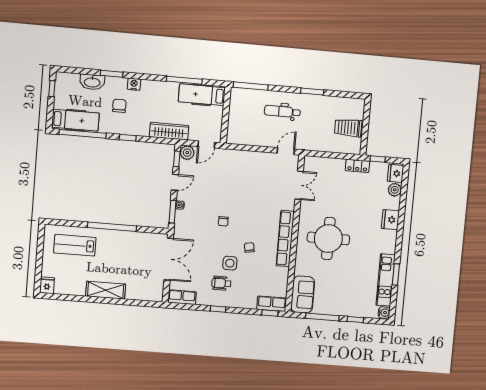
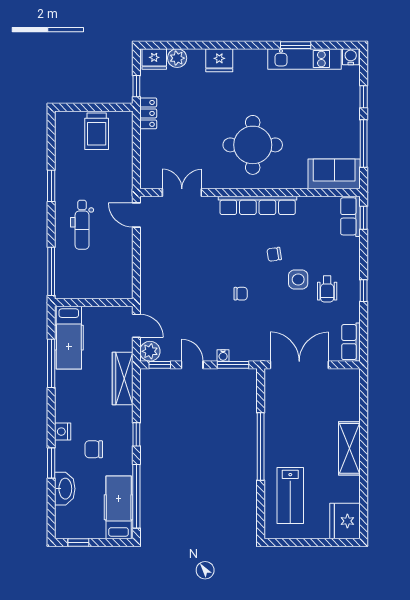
fridge: (47, 285) -> (345, 521), width x1.88, depth x1.34

